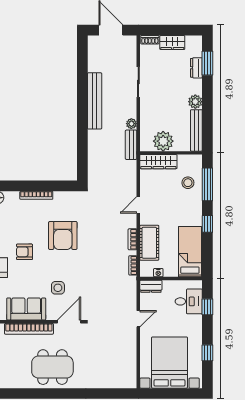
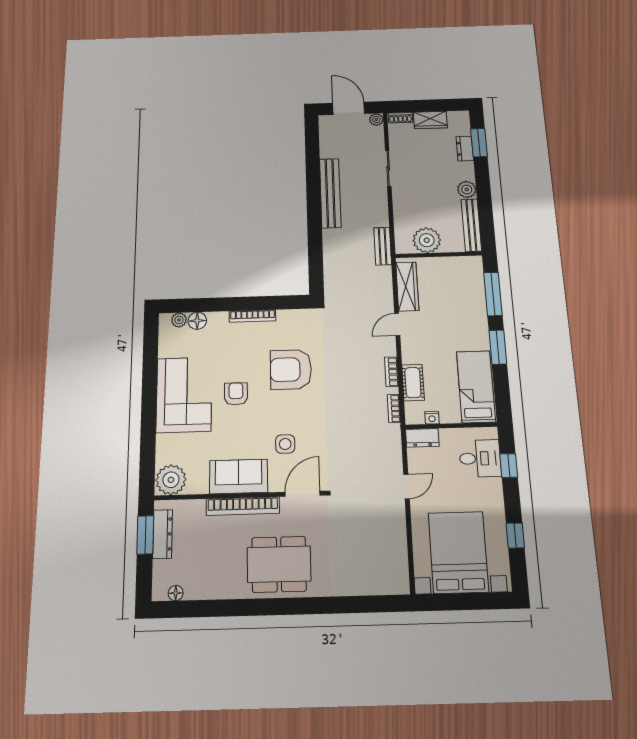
plant: (131, 124) -> (376, 120), moved
wardrobe: (158, 162) -> (407, 287), moved, turned -90
stool: (188, 183) -> (465, 293), removed
window: (207, 224) -> (498, 347), width x1.50
armchair: (63, 235) -> (291, 369), turned 90
cot: (149, 243) -> (413, 383), width x0.73, depth x0.75
armchair: (24, 252) -> (236, 394), turned 90

